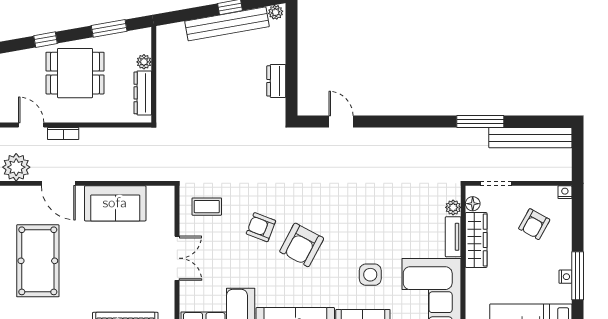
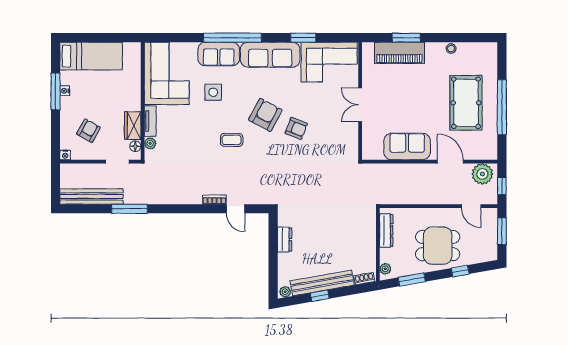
shoe rack: (172, 30) -> (364, 279), added
plant: (144, 62) -> (385, 269), moved
bookcase: (63, 134) -> (214, 200), moved
coffee table: (207, 207) -> (232, 140), moved
wardrobe: (476, 240) -> (133, 126), width x0.67

